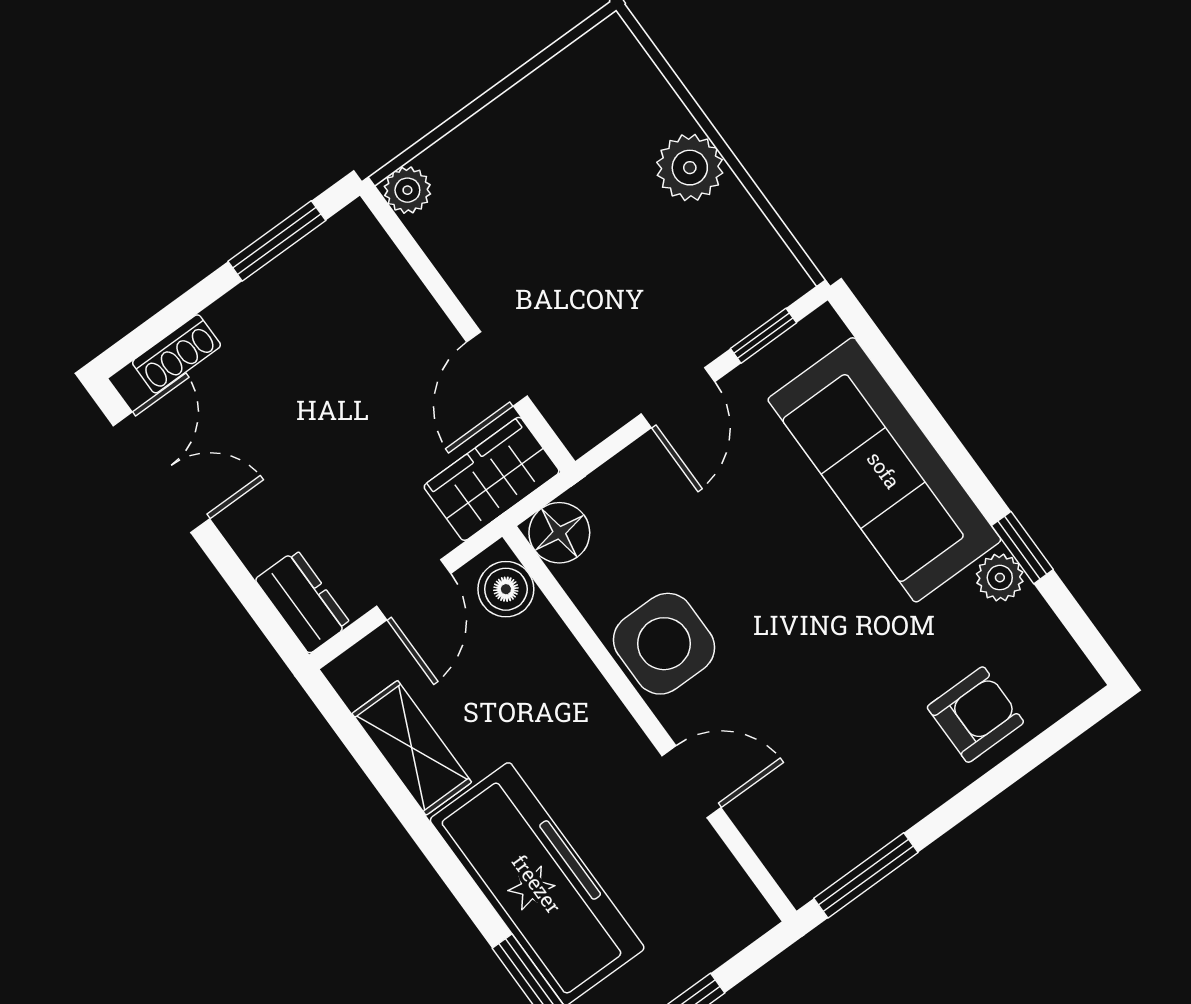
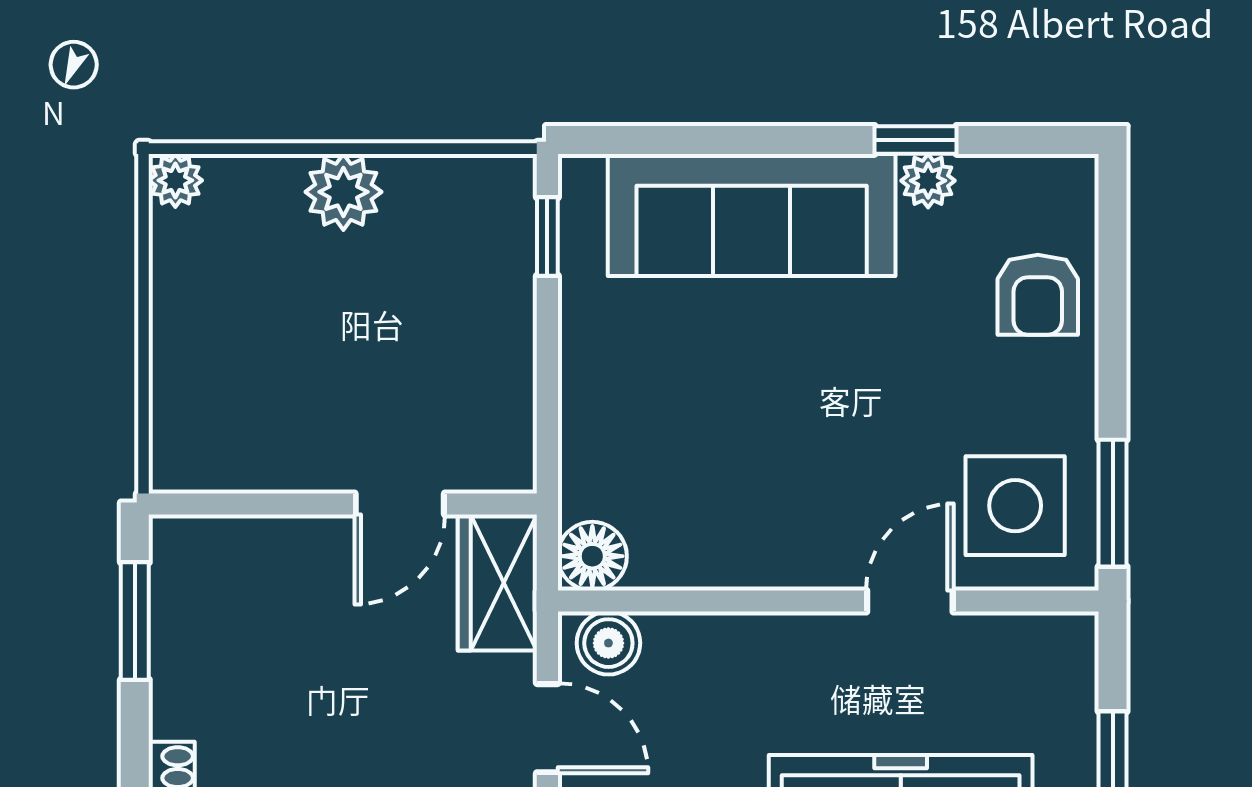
plant: (407, 190) -> (175, 180), moved
door: (497, 369) -> (400, 504), hinge flipped
door: (678, 398) -> (547, 357), removed
side table: (664, 644) -> (1015, 506), moved
armchair: (975, 715) -> (1038, 295), turned 180

